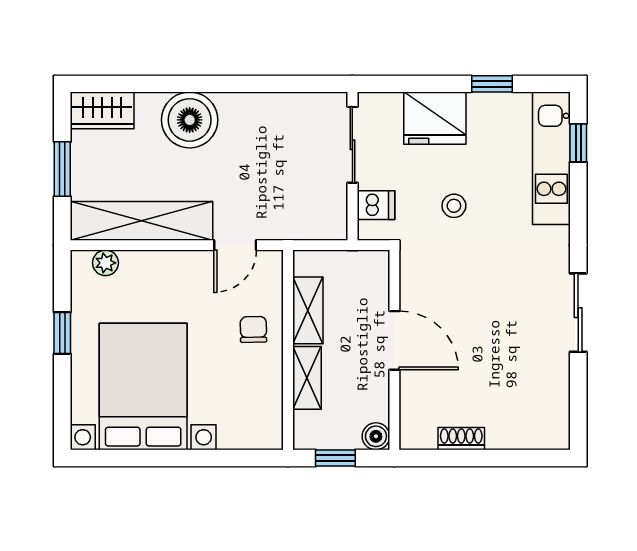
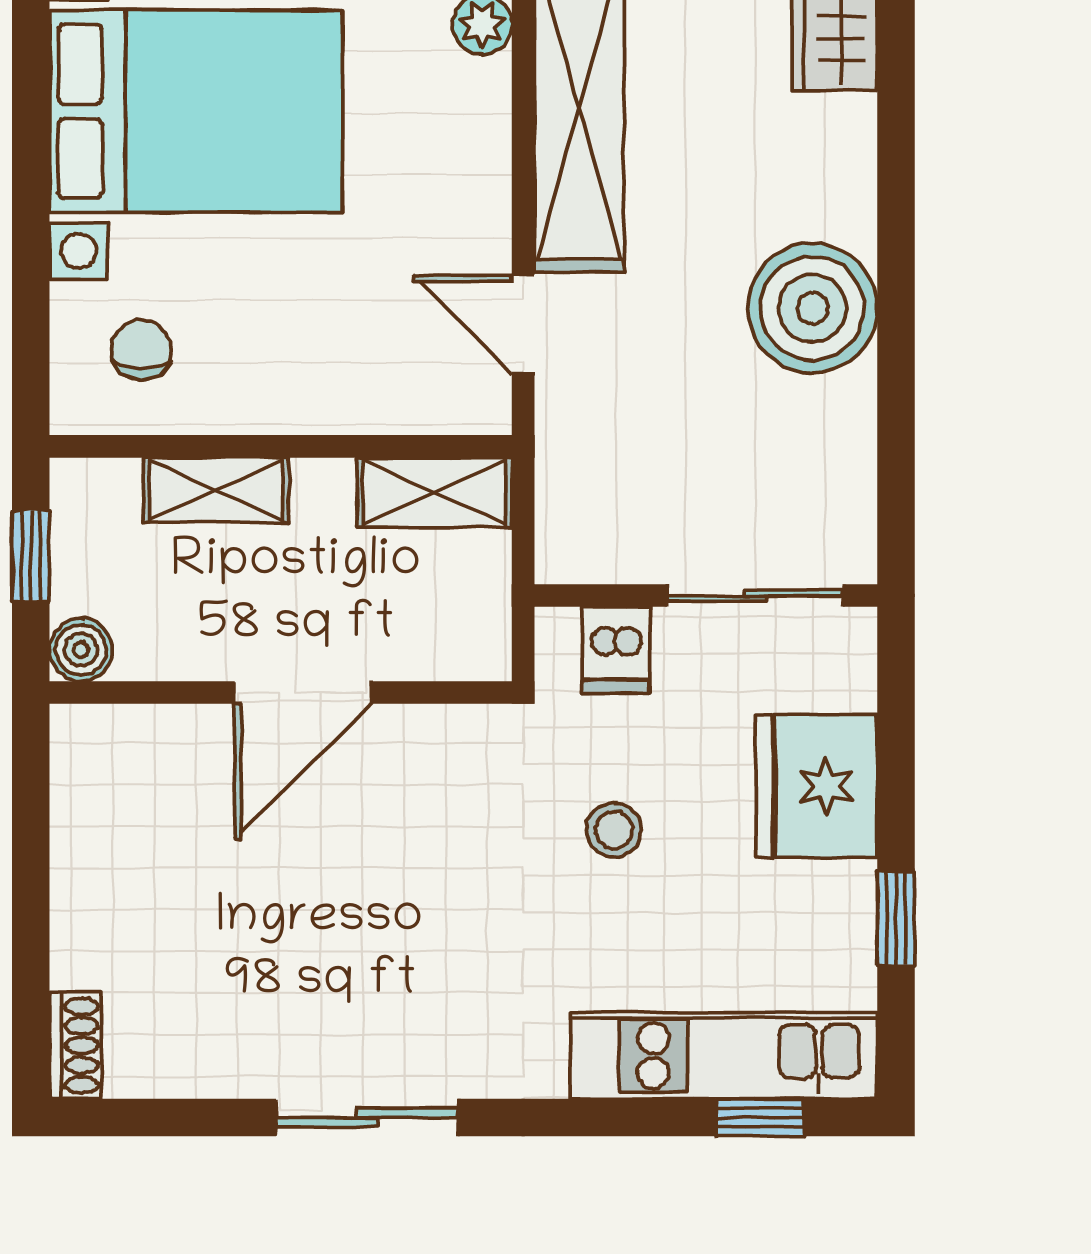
boiler: (190, 120) -> (813, 308), moved
shelving: (308, 310) -> (434, 492), moved
chair: (253, 329) -> (142, 350), moved, turned -88
shoe rack: (461, 439) -> (75, 1046), moved

